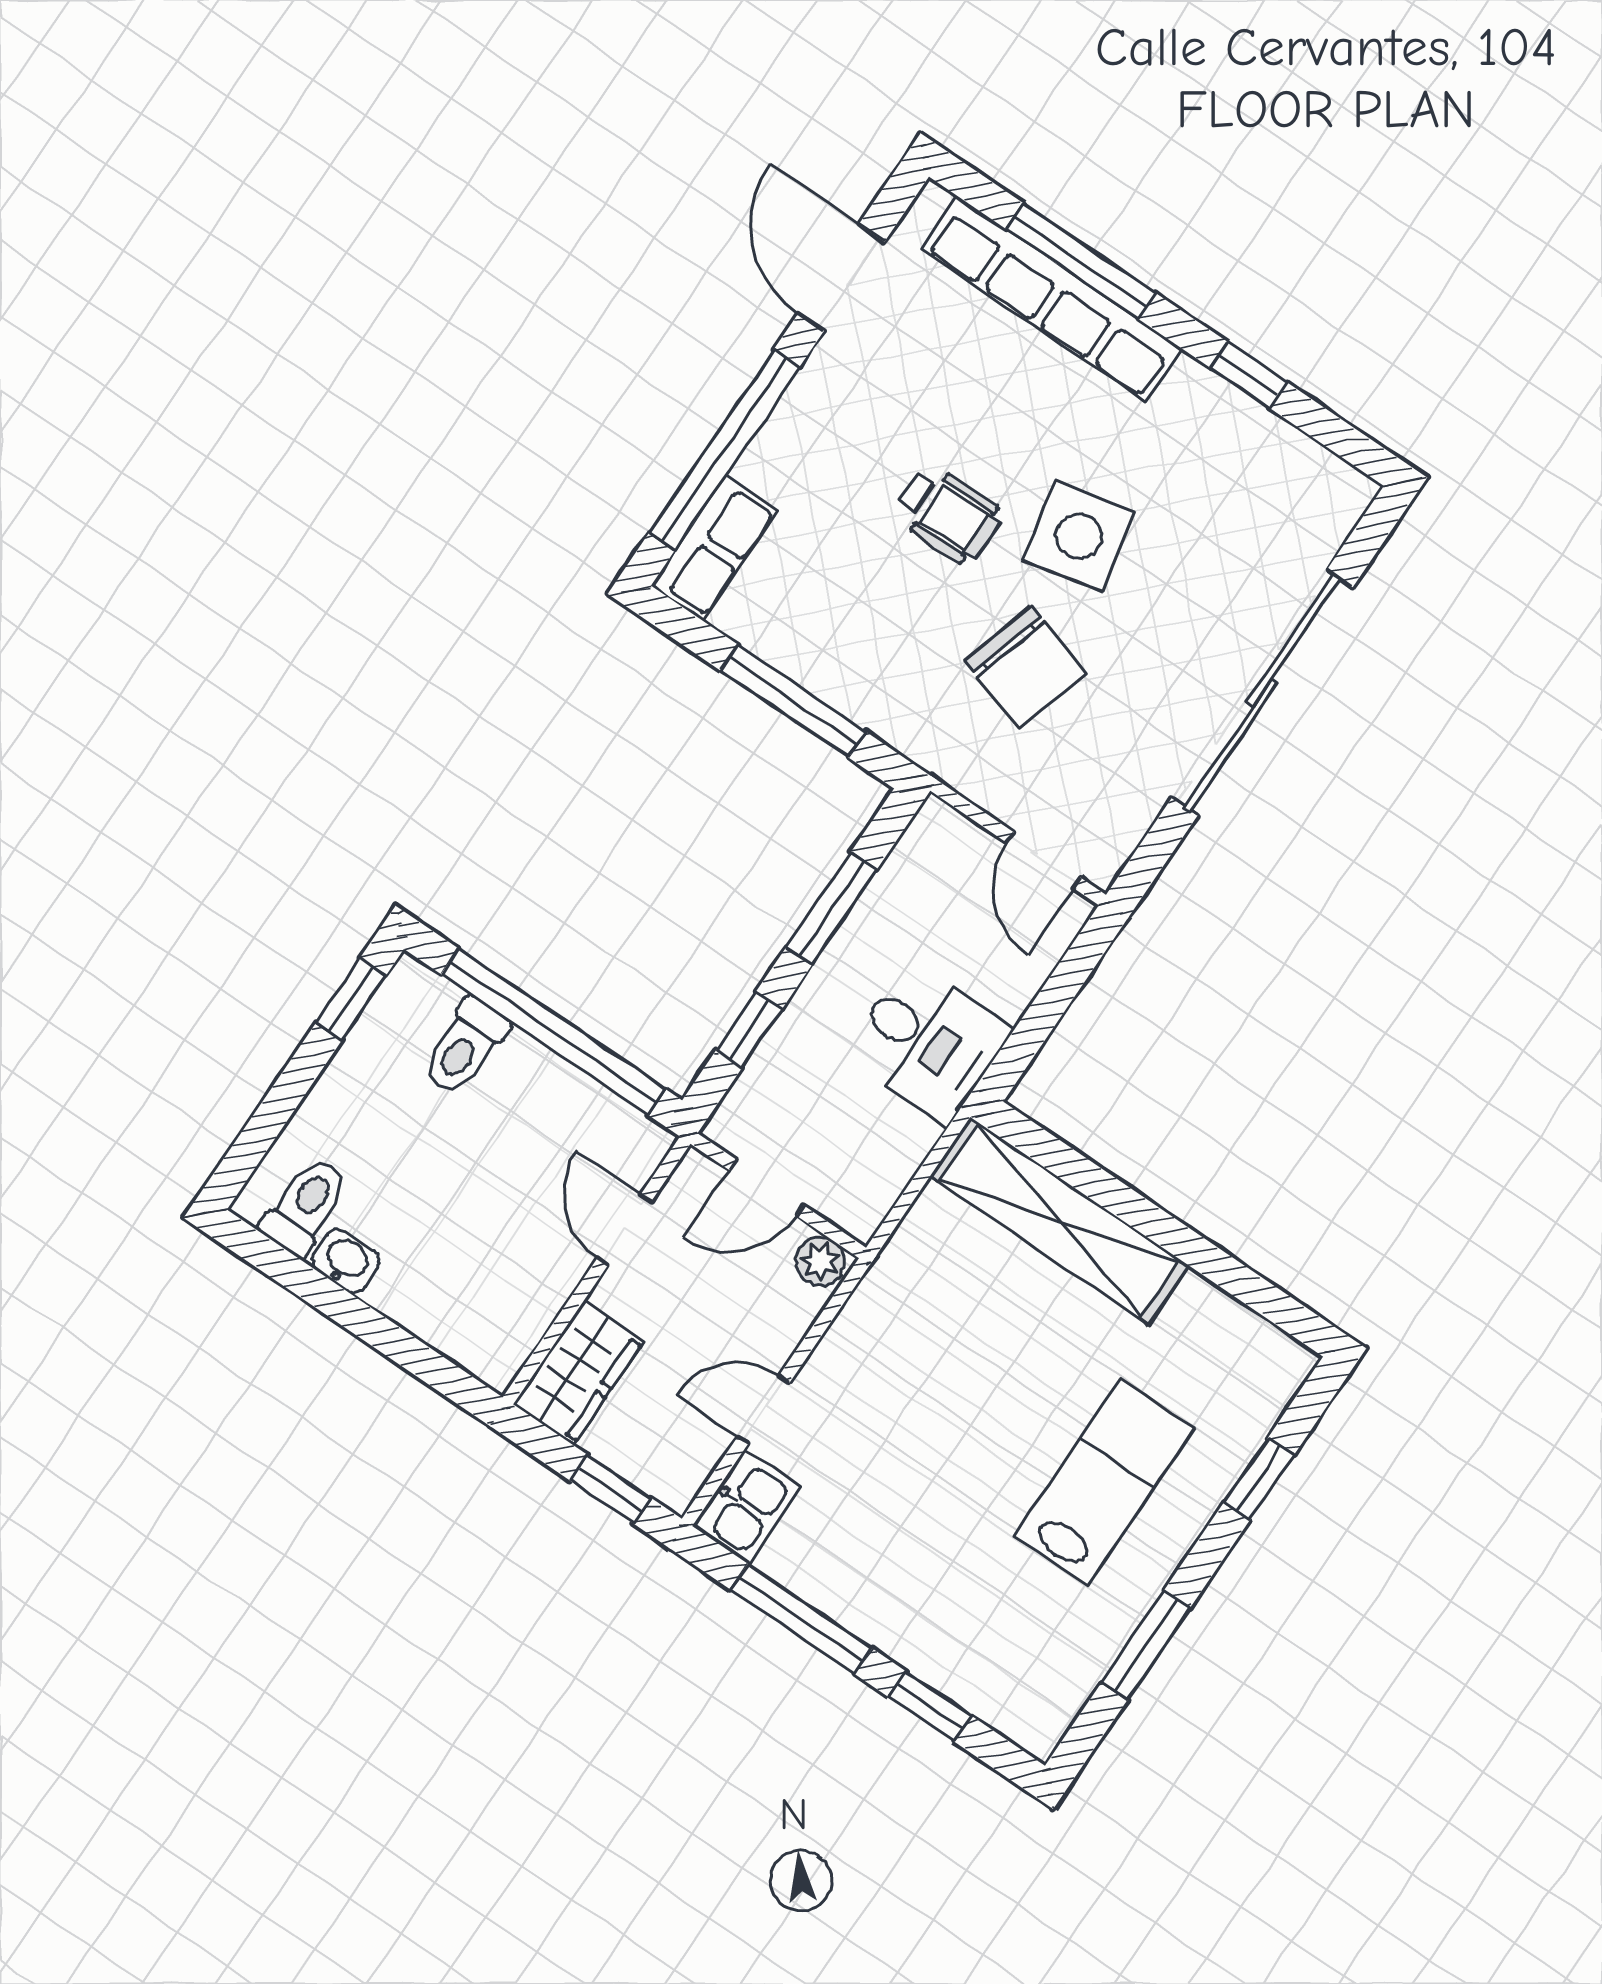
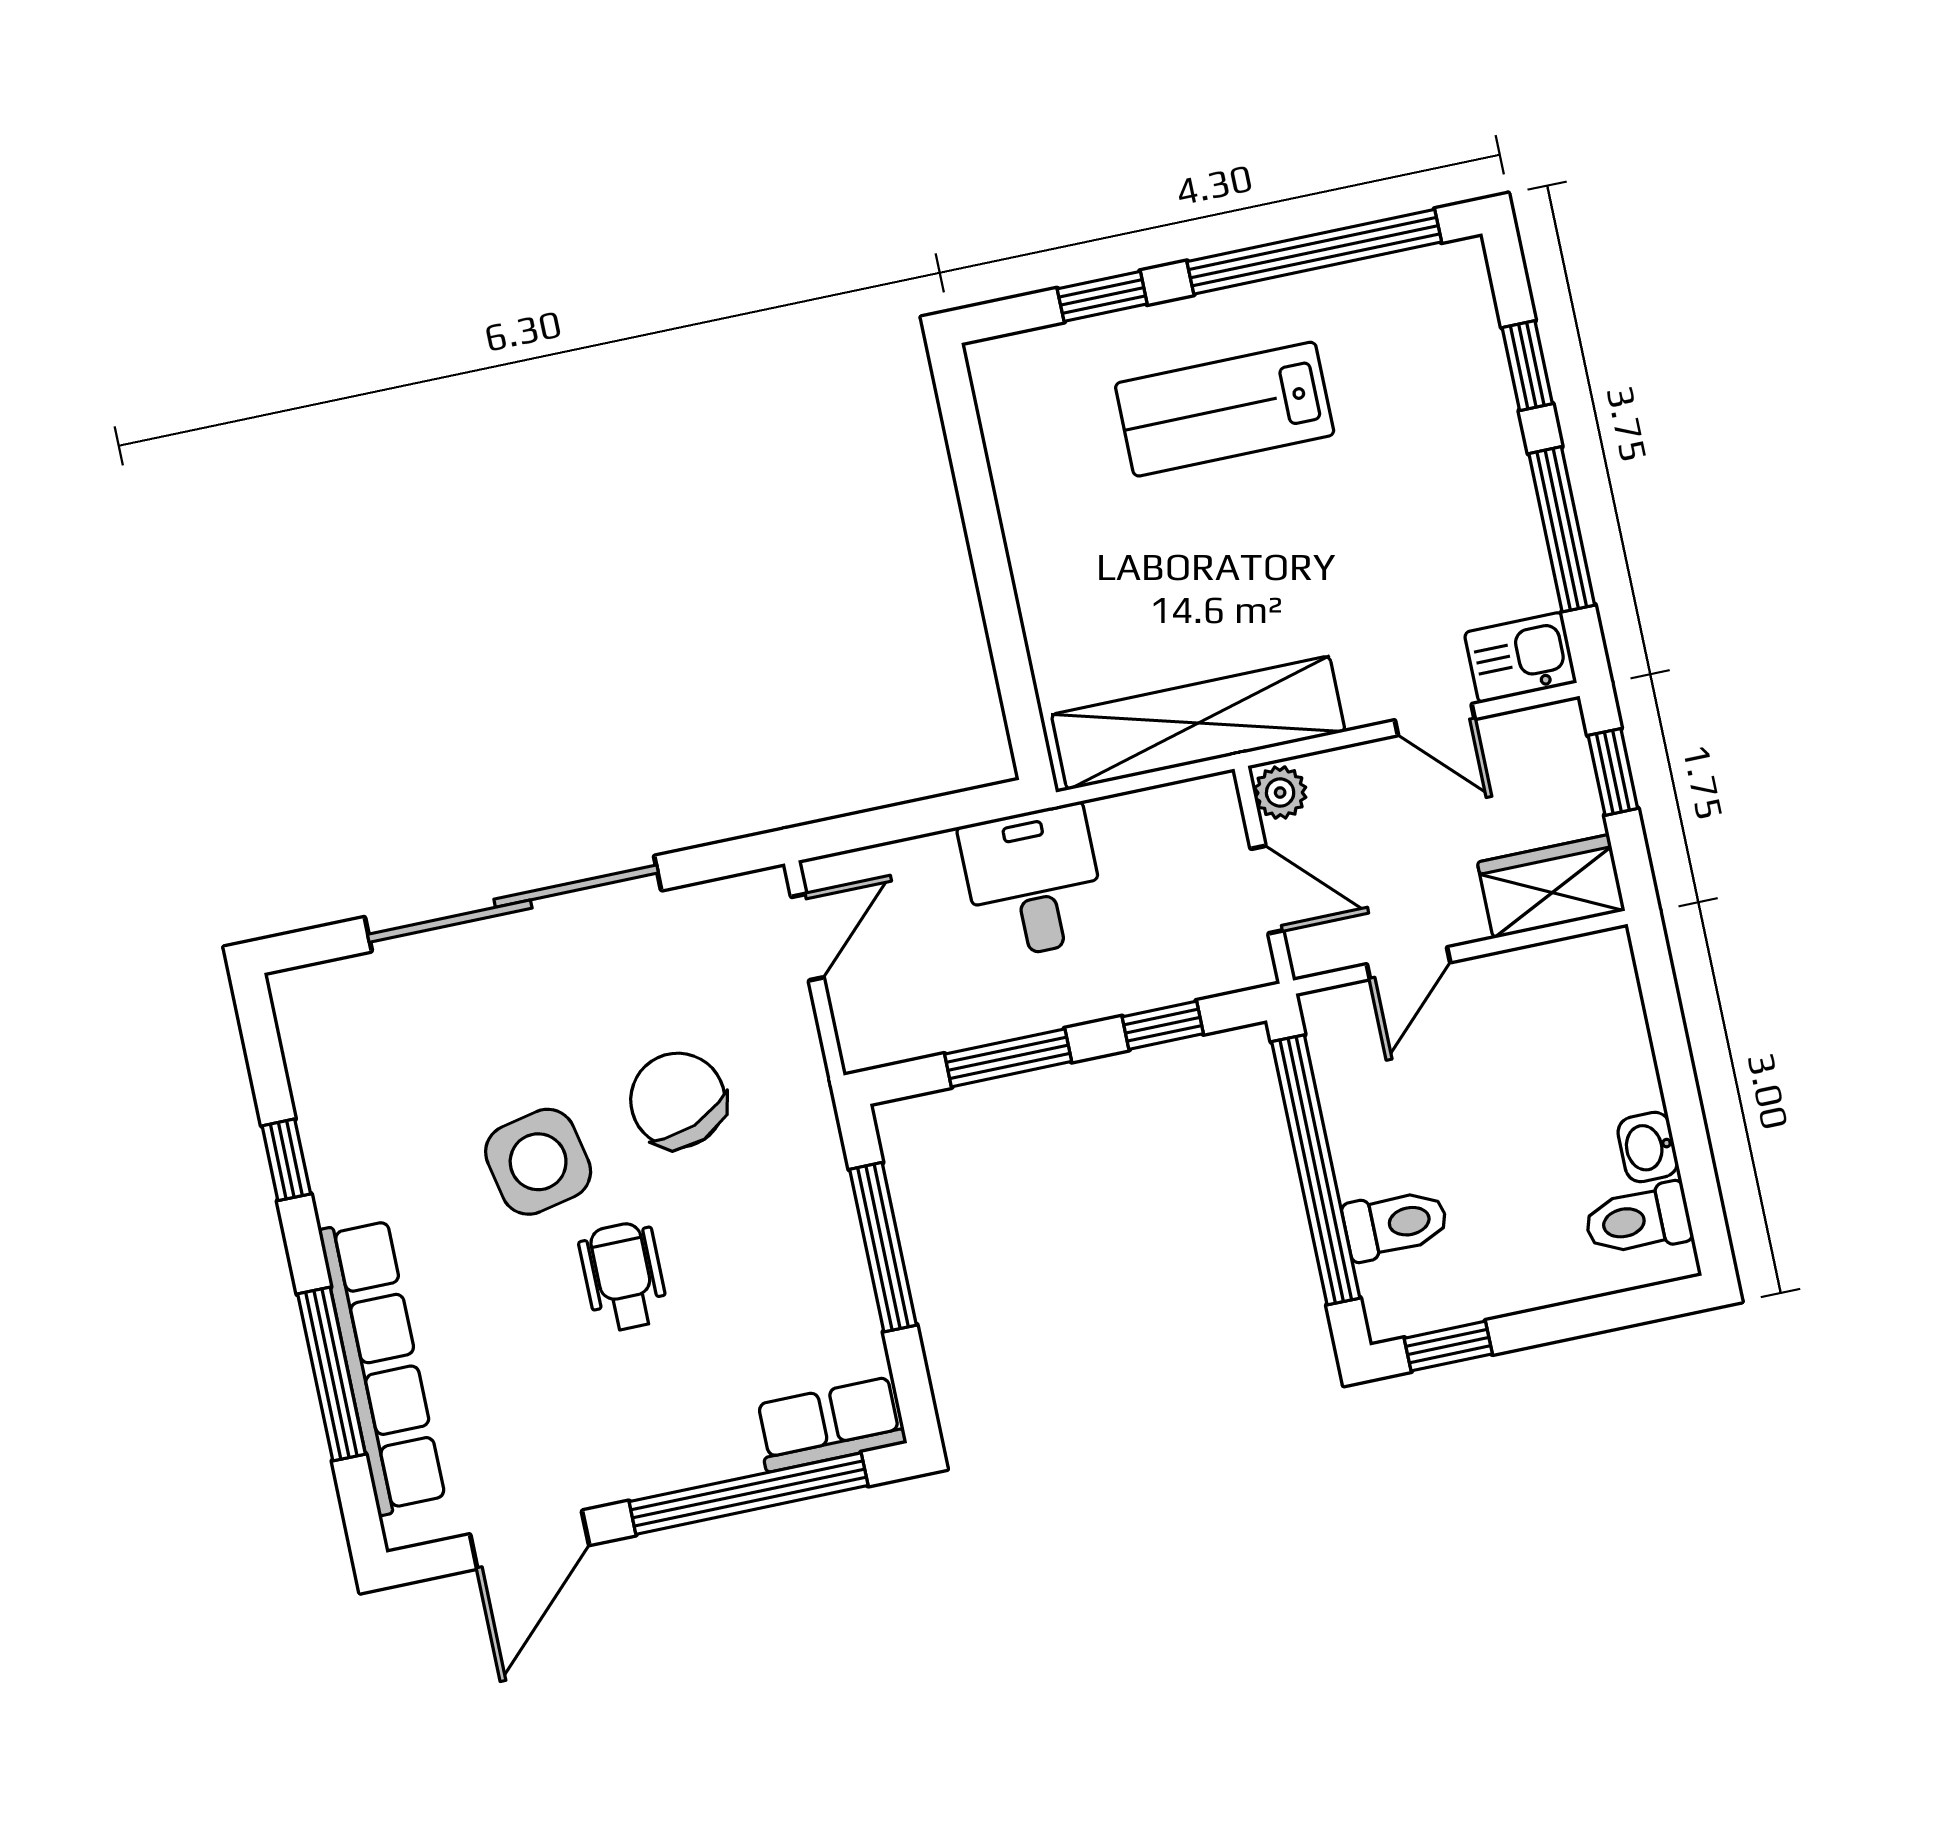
chair: (1025, 667) -> (678, 1100), turned -39
shelving: (1059, 1221) -> (1198, 723), moved, turned 90
window: (1146, 1645) -> (1314, 252), width x2.11

